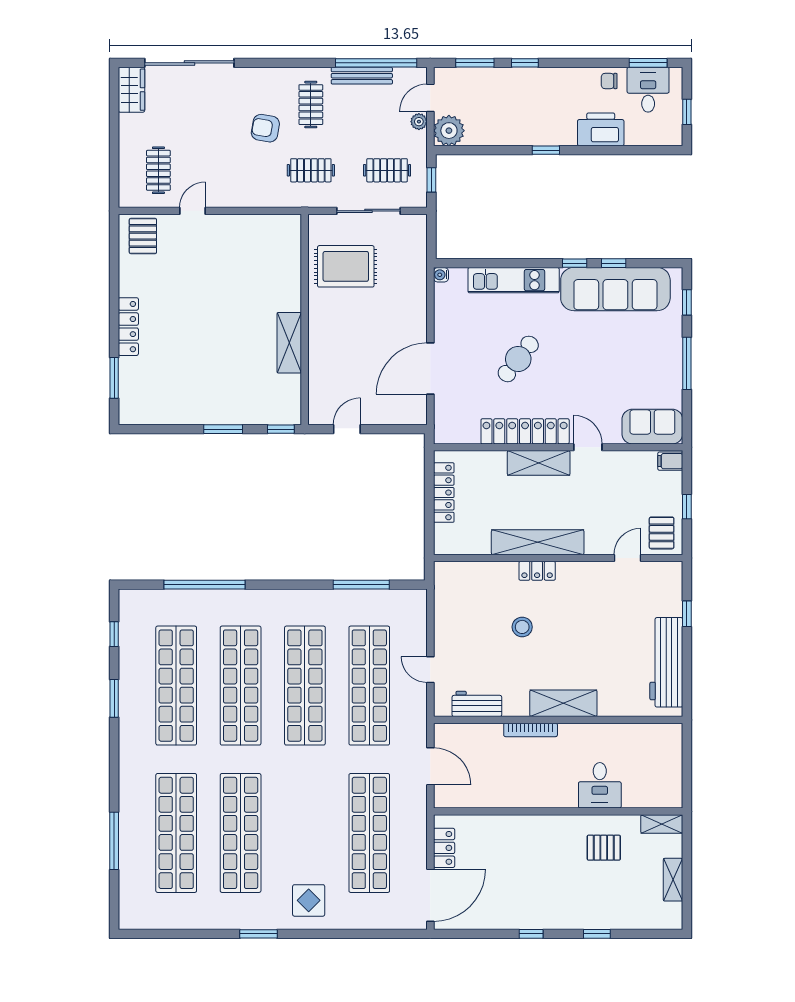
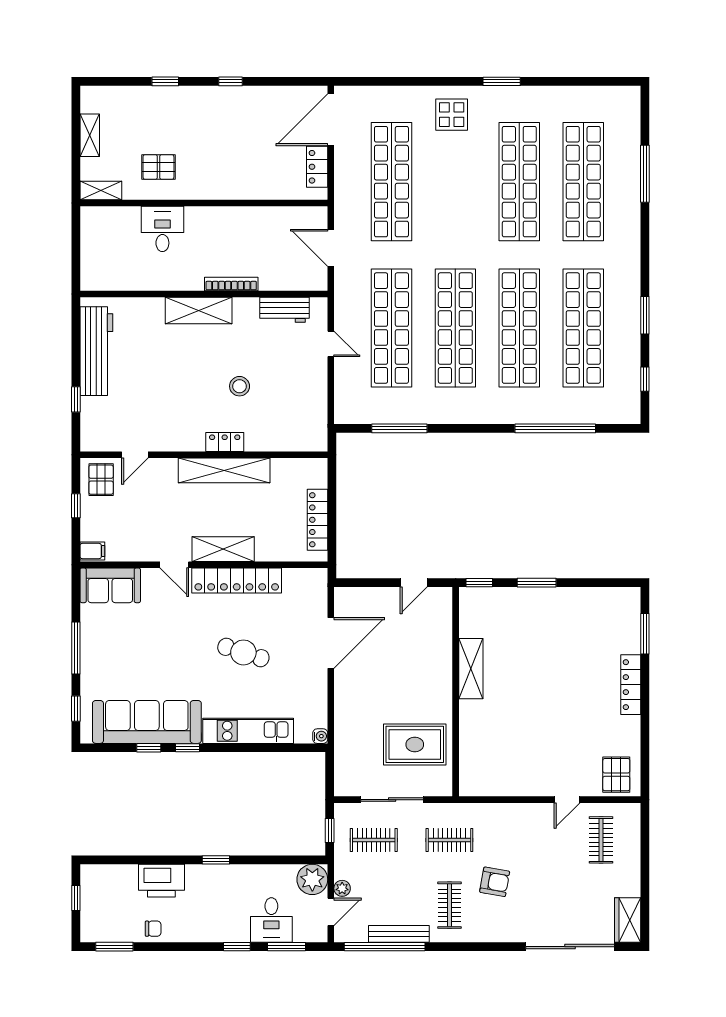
desk: (648, 90) -> (271, 920), moved
cafe table: (518, 359) -> (243, 652), turned 70

